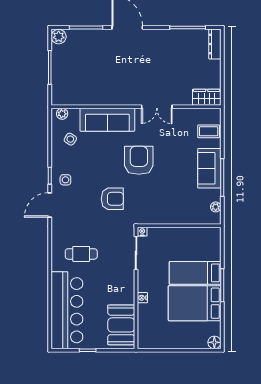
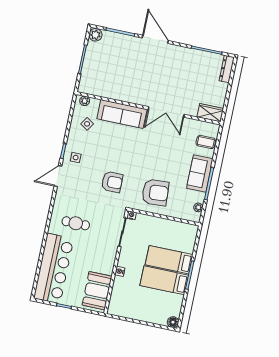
double door: (157, 107) -> (166, 112), width x1.37
armchair: (139, 160) -> (155, 193), moved, turned 86
bed: (195, 303) -> (164, 280), width x0.67

